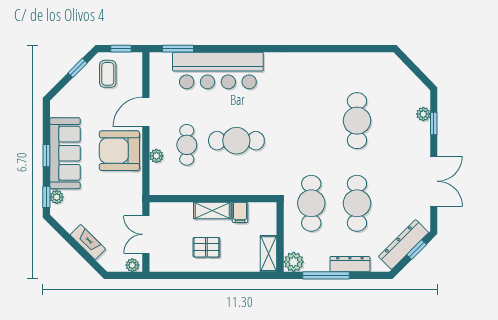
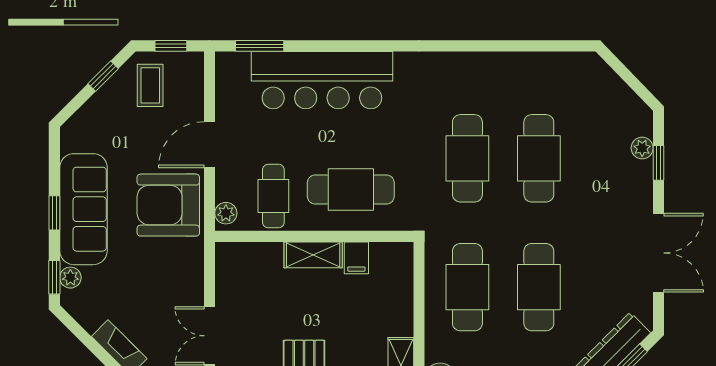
cafe table: (311, 121) -> (467, 158), added
wall: (213, 199) -> (314, 236), moved
shelving: (212, 210) -> (313, 255), moved
filing cabinet: (240, 212) -> (356, 258), moved

